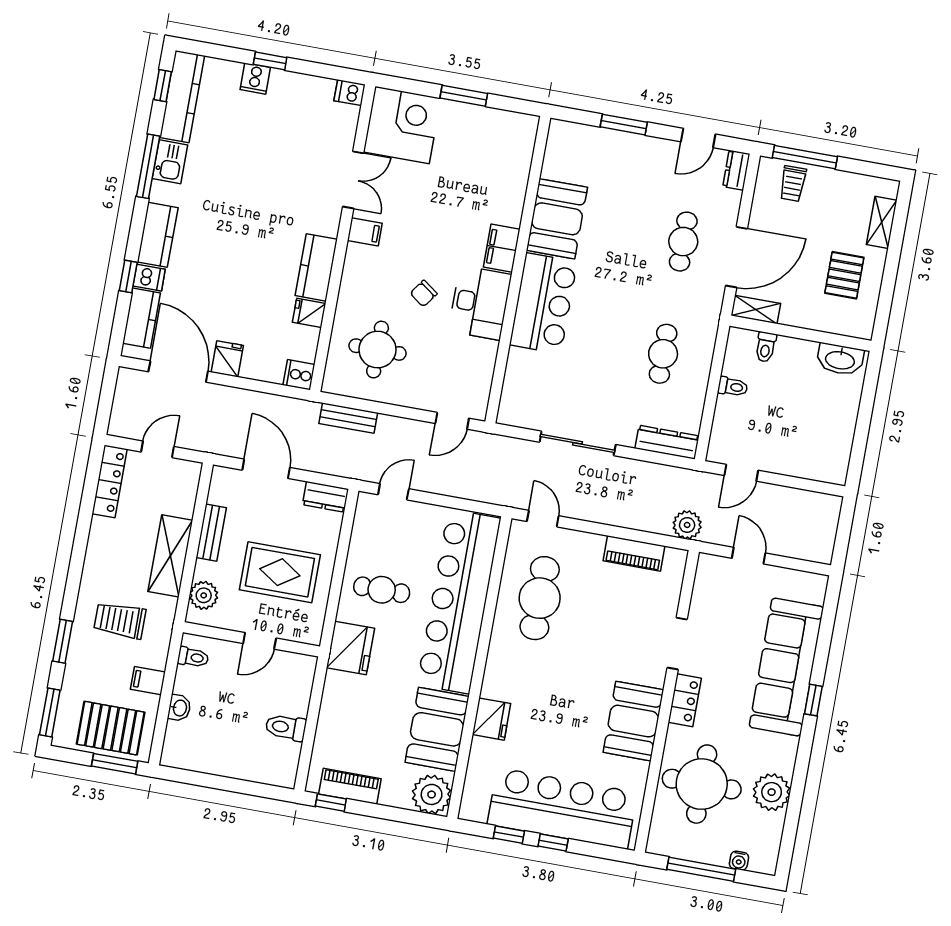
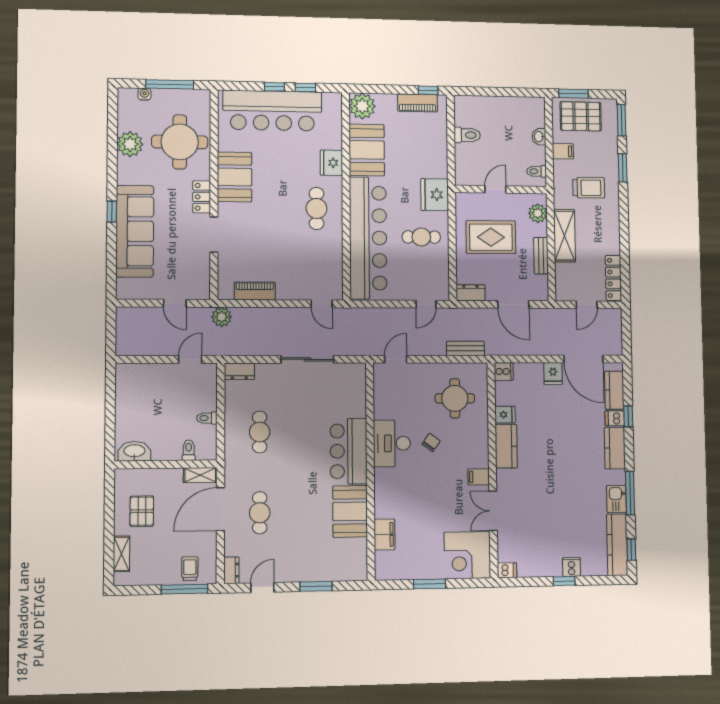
filing cabinet: (502, 248) -> (384, 534), moved
dresser: (667, 442) -> (239, 371), width x0.70
cafe table: (540, 598) -> (317, 208), moved, width x0.73, depth x0.74

